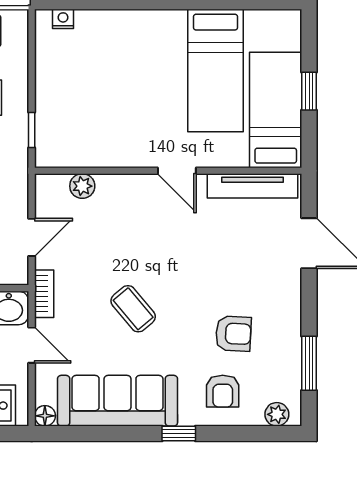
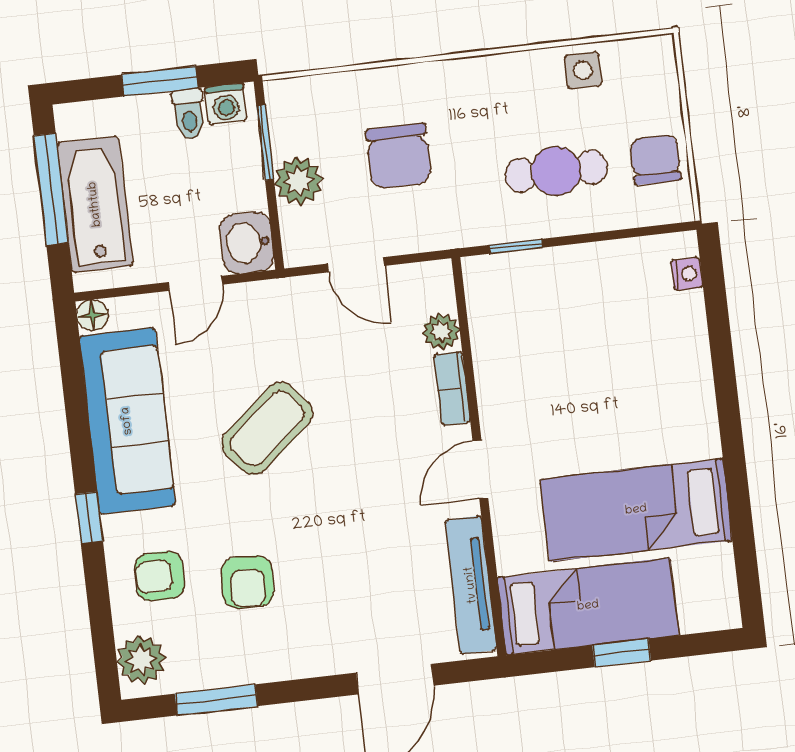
bookcase: (44, 294) -> (452, 389), moved, turned 90
coffee table: (133, 309) -> (267, 428), width x1.36, depth x1.30
plant: (277, 414) -> (141, 660), width x1.38, depth x1.38

